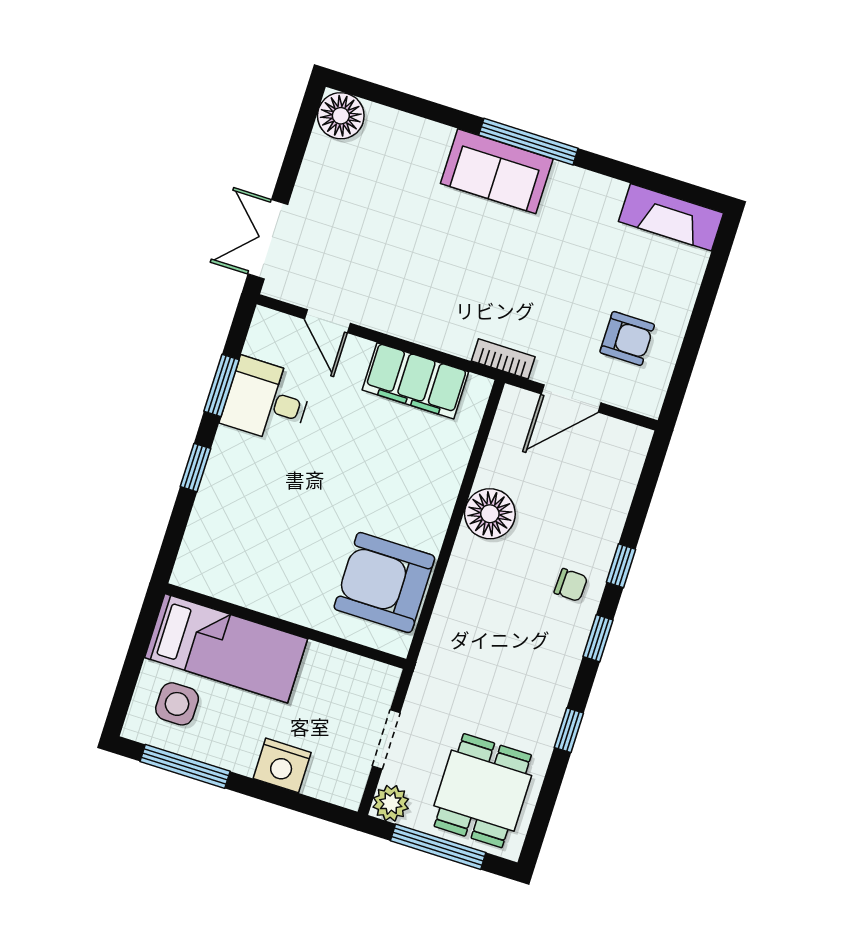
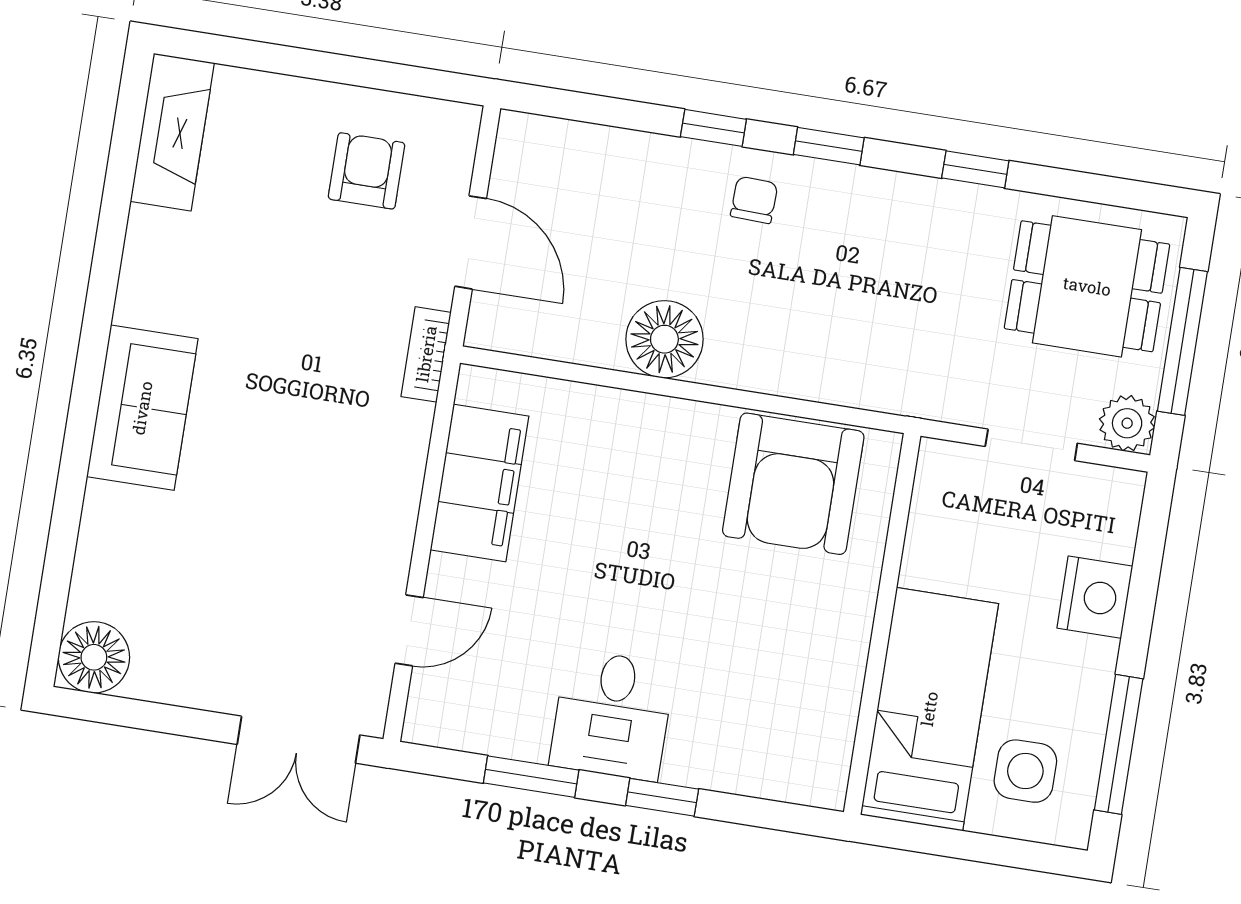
window: (528, 142) -> (90, 366), removed
desk: (267, 400) -> (612, 715), moved

